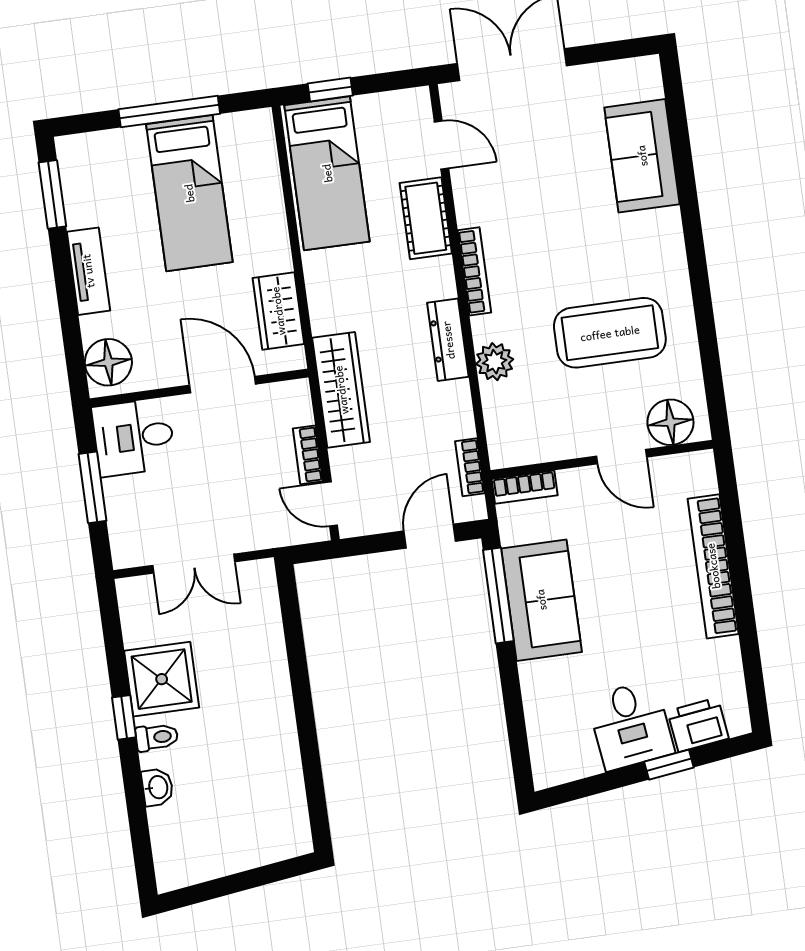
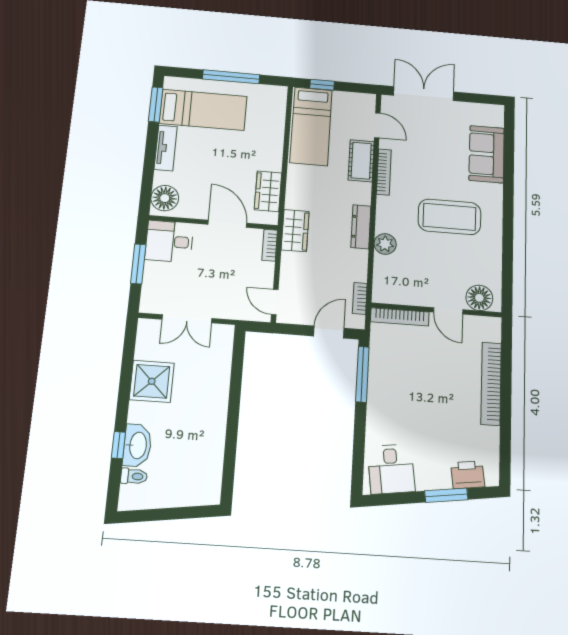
bed: (189, 193) -> (203, 110), moved, turned -90
bookcase: (474, 271) -> (384, 172), moved
coffee table: (610, 333) -> (450, 217), moved
wardrobe: (341, 390) -> (295, 231), width x0.67
bookcase: (308, 455) -> (270, 245), moved
bookcase: (525, 487) -> (400, 317), width x1.56
sofa: (541, 600) -> (387, 382), removed
window: (124, 717) -> (118, 445), moved
desk: (631, 725) -> (391, 469), moved
toilet: (157, 737) -> (134, 476), moved
window: (669, 765) -> (446, 495), width x1.50
washbasin: (157, 787) -> (137, 445), width x1.91, depth x1.45

